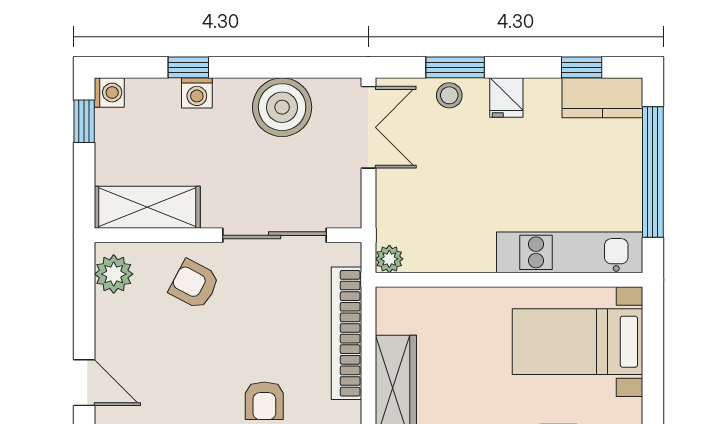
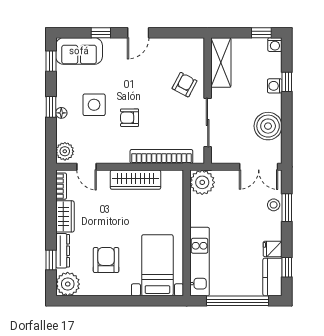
fridge: (506, 97) -> (273, 249), moved
plant: (389, 259) -> (202, 182), width x1.88, depth x1.88
plant: (114, 274) -> (189, 47), removed

